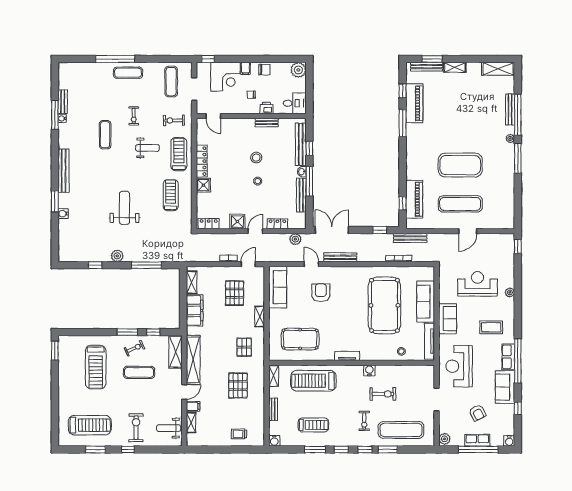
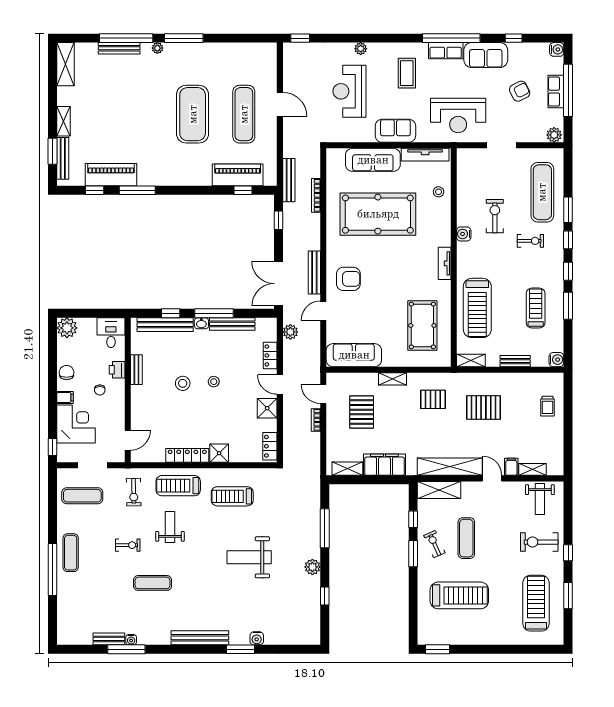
pallet: (235, 293) -> (362, 412), turned 90
armchair: (321, 293) -> (348, 279), moved, turned 180

